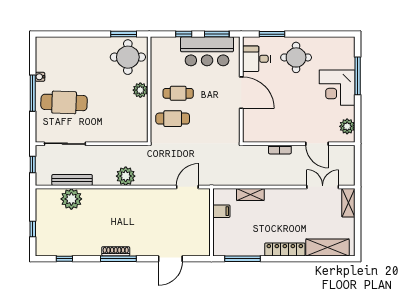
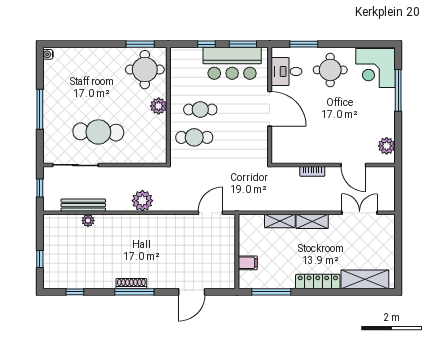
water cooler: (40, 77) -> (48, 54), moved
corner desk: (337, 88) -> (376, 68), moved
cafe table: (64, 102) -> (98, 132), moved
plant: (71, 199) -> (88, 220), width x0.53, depth x0.53
shelving: (348, 203) -> (312, 221), moved, turned 90
filing cabinet: (221, 211) -> (248, 263), moved

